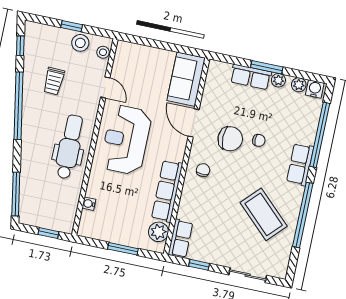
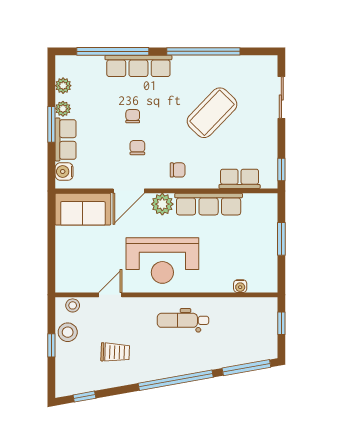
water cooler: (315, 89) -> (64, 171), moved
window: (18, 106) -> (176, 380), moved
chair: (230, 139) -> (137, 148), width x0.54, depth x0.54
dental chair: (69, 147) -> (183, 320), width x0.73, depth x0.72
row of seats: (300, 164) -> (138, 66), width x1.48
chair: (203, 170) -> (178, 170), turned 180
coffee table: (264, 214) -> (212, 113), moved
plant: (159, 232) -> (162, 204), moved
row of seats: (180, 239) -> (240, 179), moved
window: (199, 265) -> (281, 170), moved

